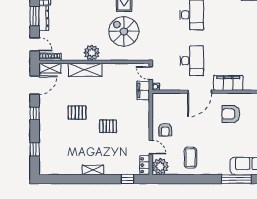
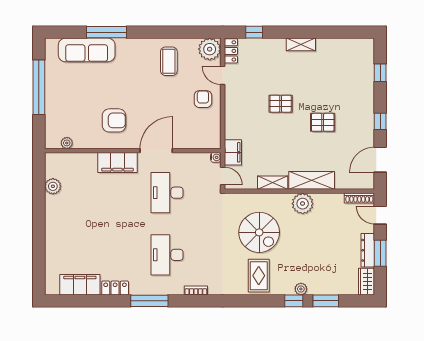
shelving: (50, 68) -> (273, 183), moved

